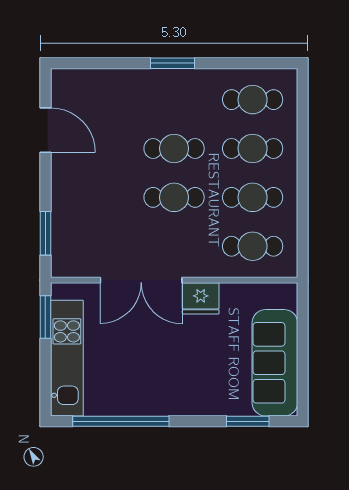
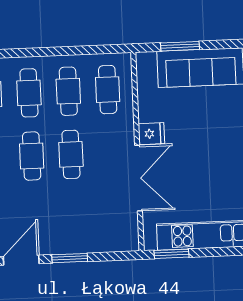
window: (45, 233) -> (70, 258), moved
fridge: (201, 298) -> (151, 134), width x0.72
window: (303, 338) -> (180, 46), added

